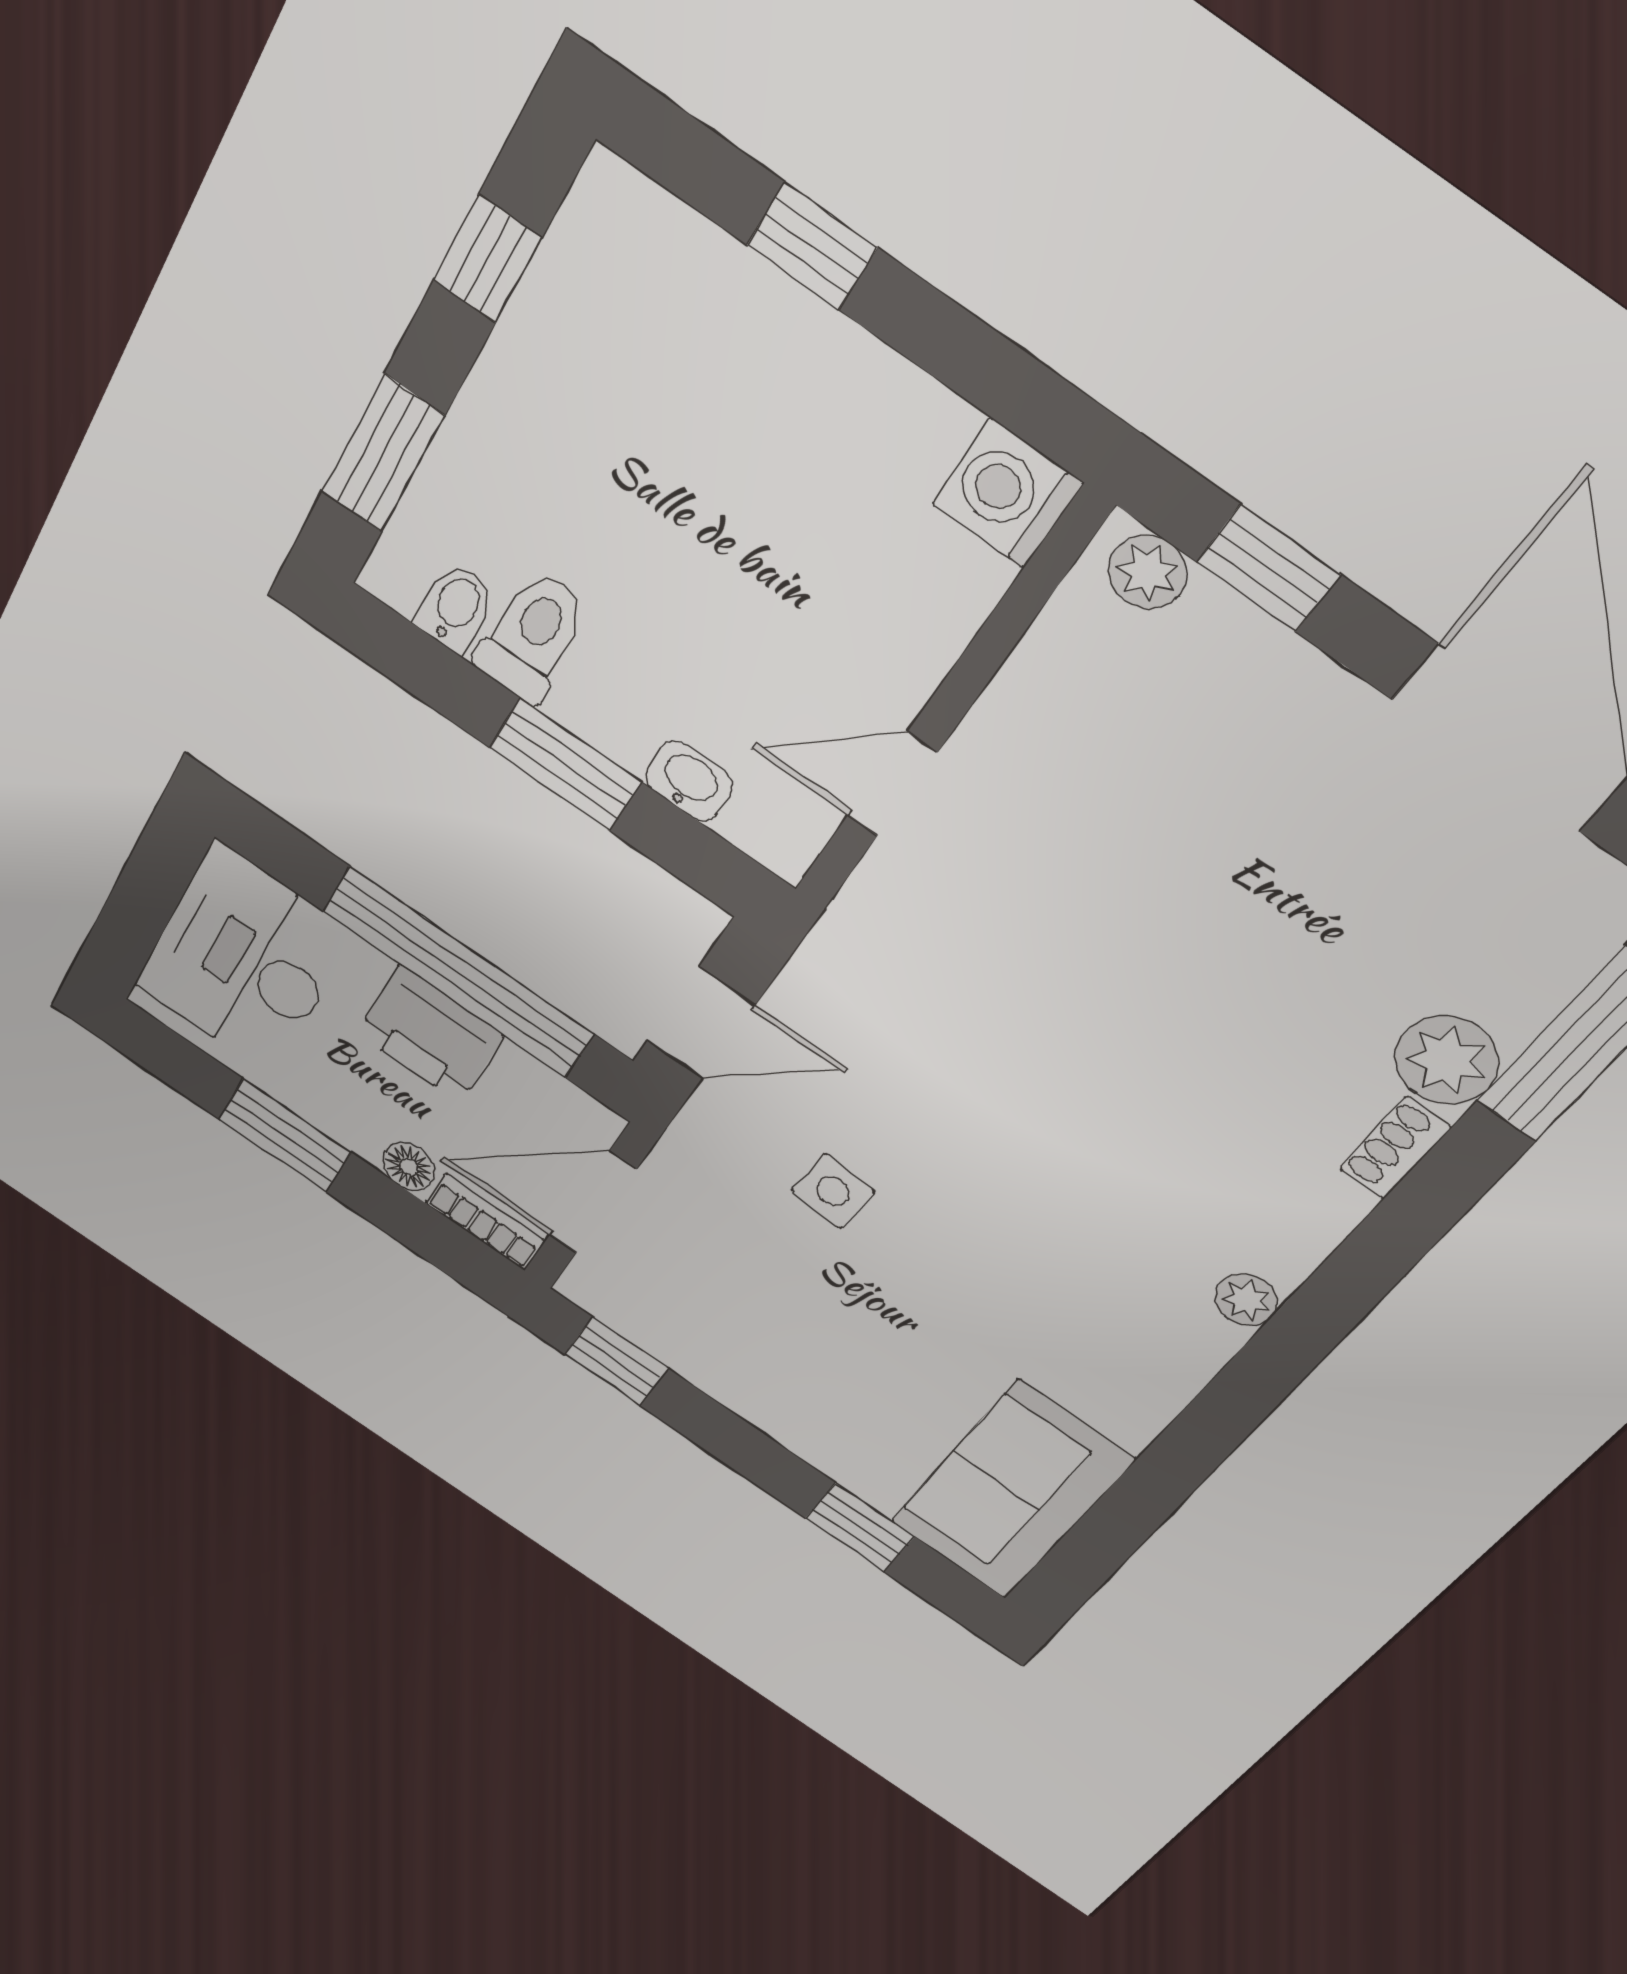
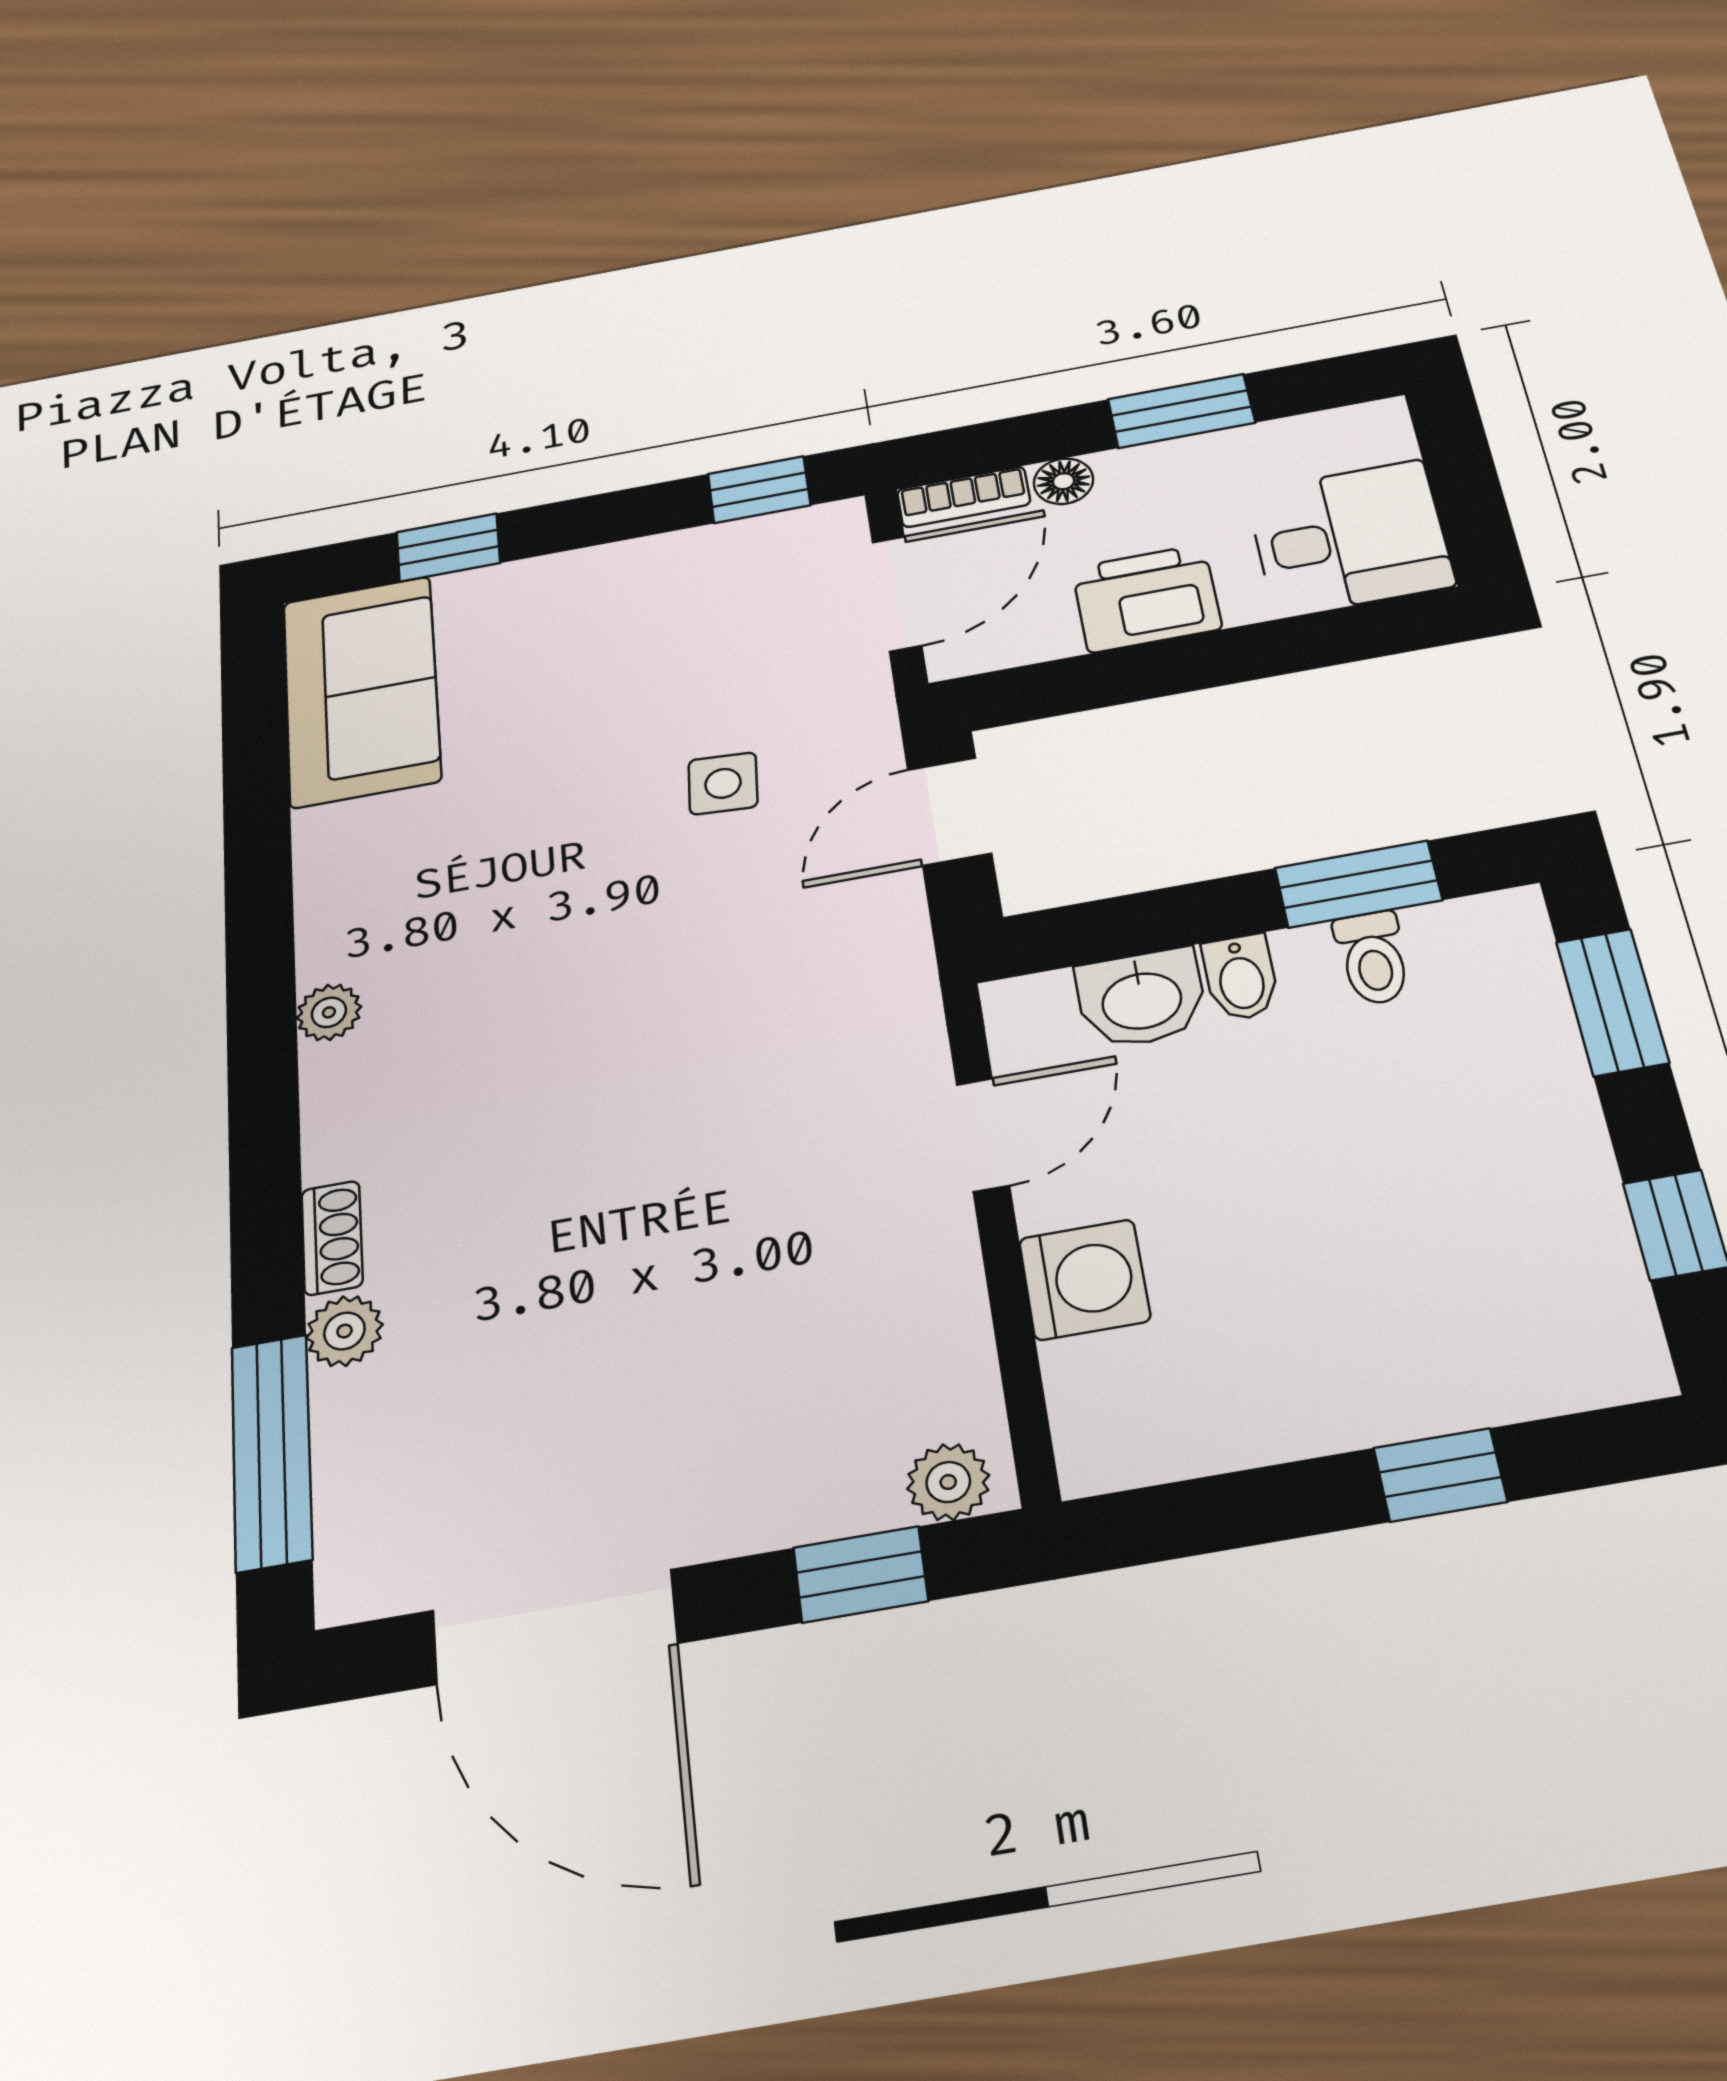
washing machine: (1007, 493) -> (1085, 1280), moved
bidet: (456, 607) -> (1241, 977), moved
toilet: (532, 636) -> (1373, 958), width x0.73, depth x0.72
window: (565, 765) -> (1358, 884), moved
washbasin: (689, 781) -> (1141, 998), width x1.38, depth x1.45
desk: (244, 960) -> (1350, 538), width x0.73
window: (458, 972) -> (1171, 667), removed
plant: (1447, 1060) -> (344, 1331), width x0.73, depth x0.73

